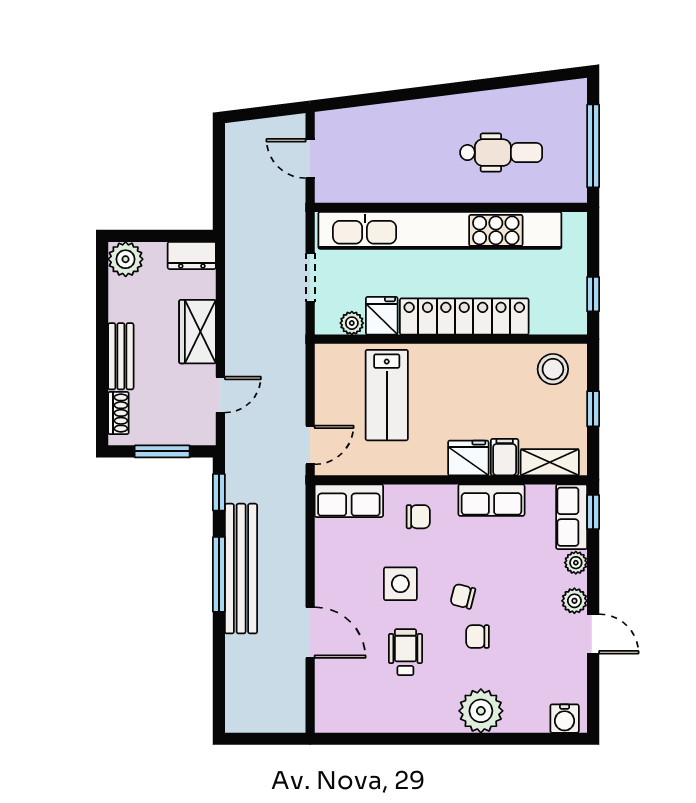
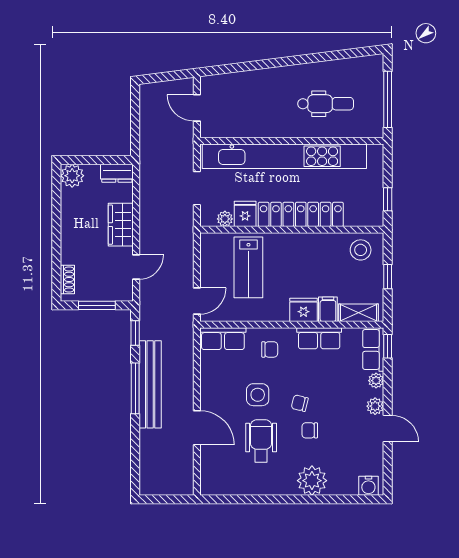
bench: (121, 356) -> (69, 241), removed
wheelchair: (405, 652) -> (261, 441), width x1.36, depth x1.37

